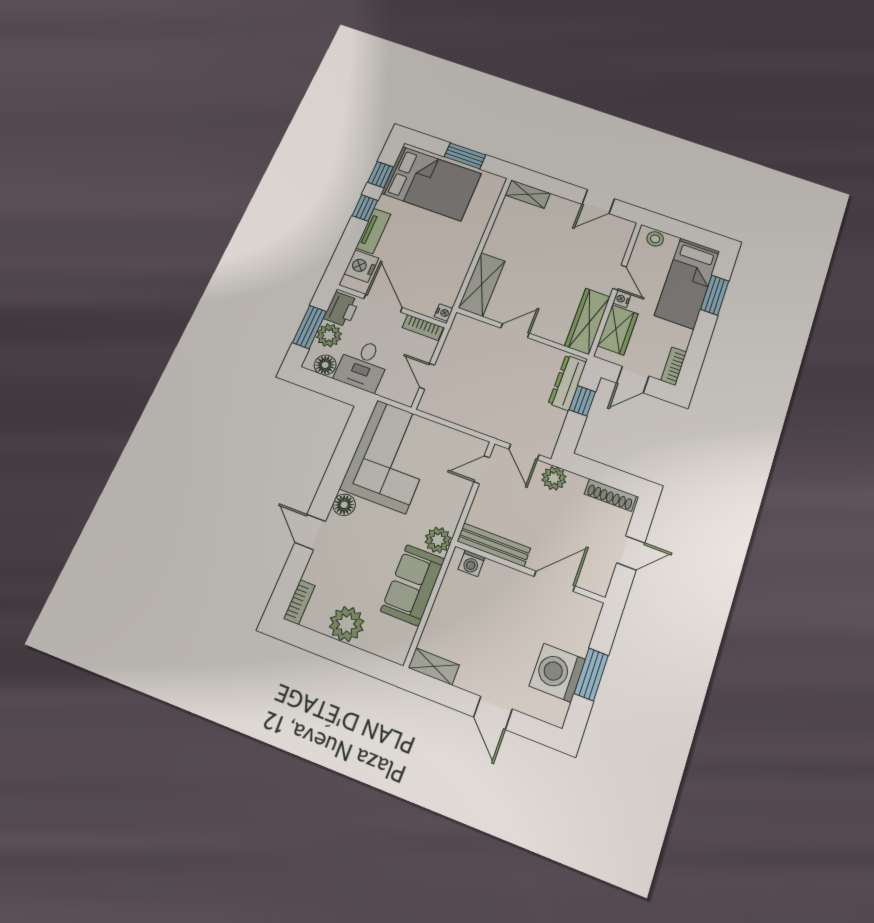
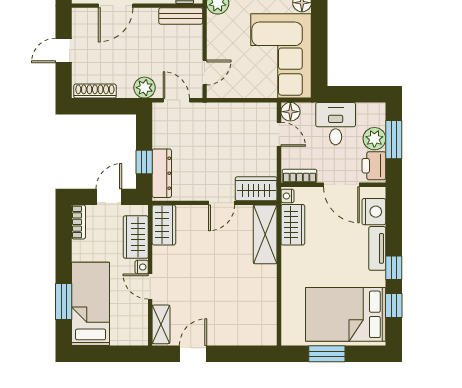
shelving: (528, 194) -> (161, 324), moved, turned 90
stool: (655, 239) -> (131, 336), removed
wardrobe: (449, 283) -> (293, 225), added
wardrobe: (587, 321) -> (164, 225), width x0.67
wardrobe: (473, 331) -> (256, 189), added
floor lamp: (325, 365) -> (290, 112), moved
bench: (494, 545) -> (181, 16), width x0.73

